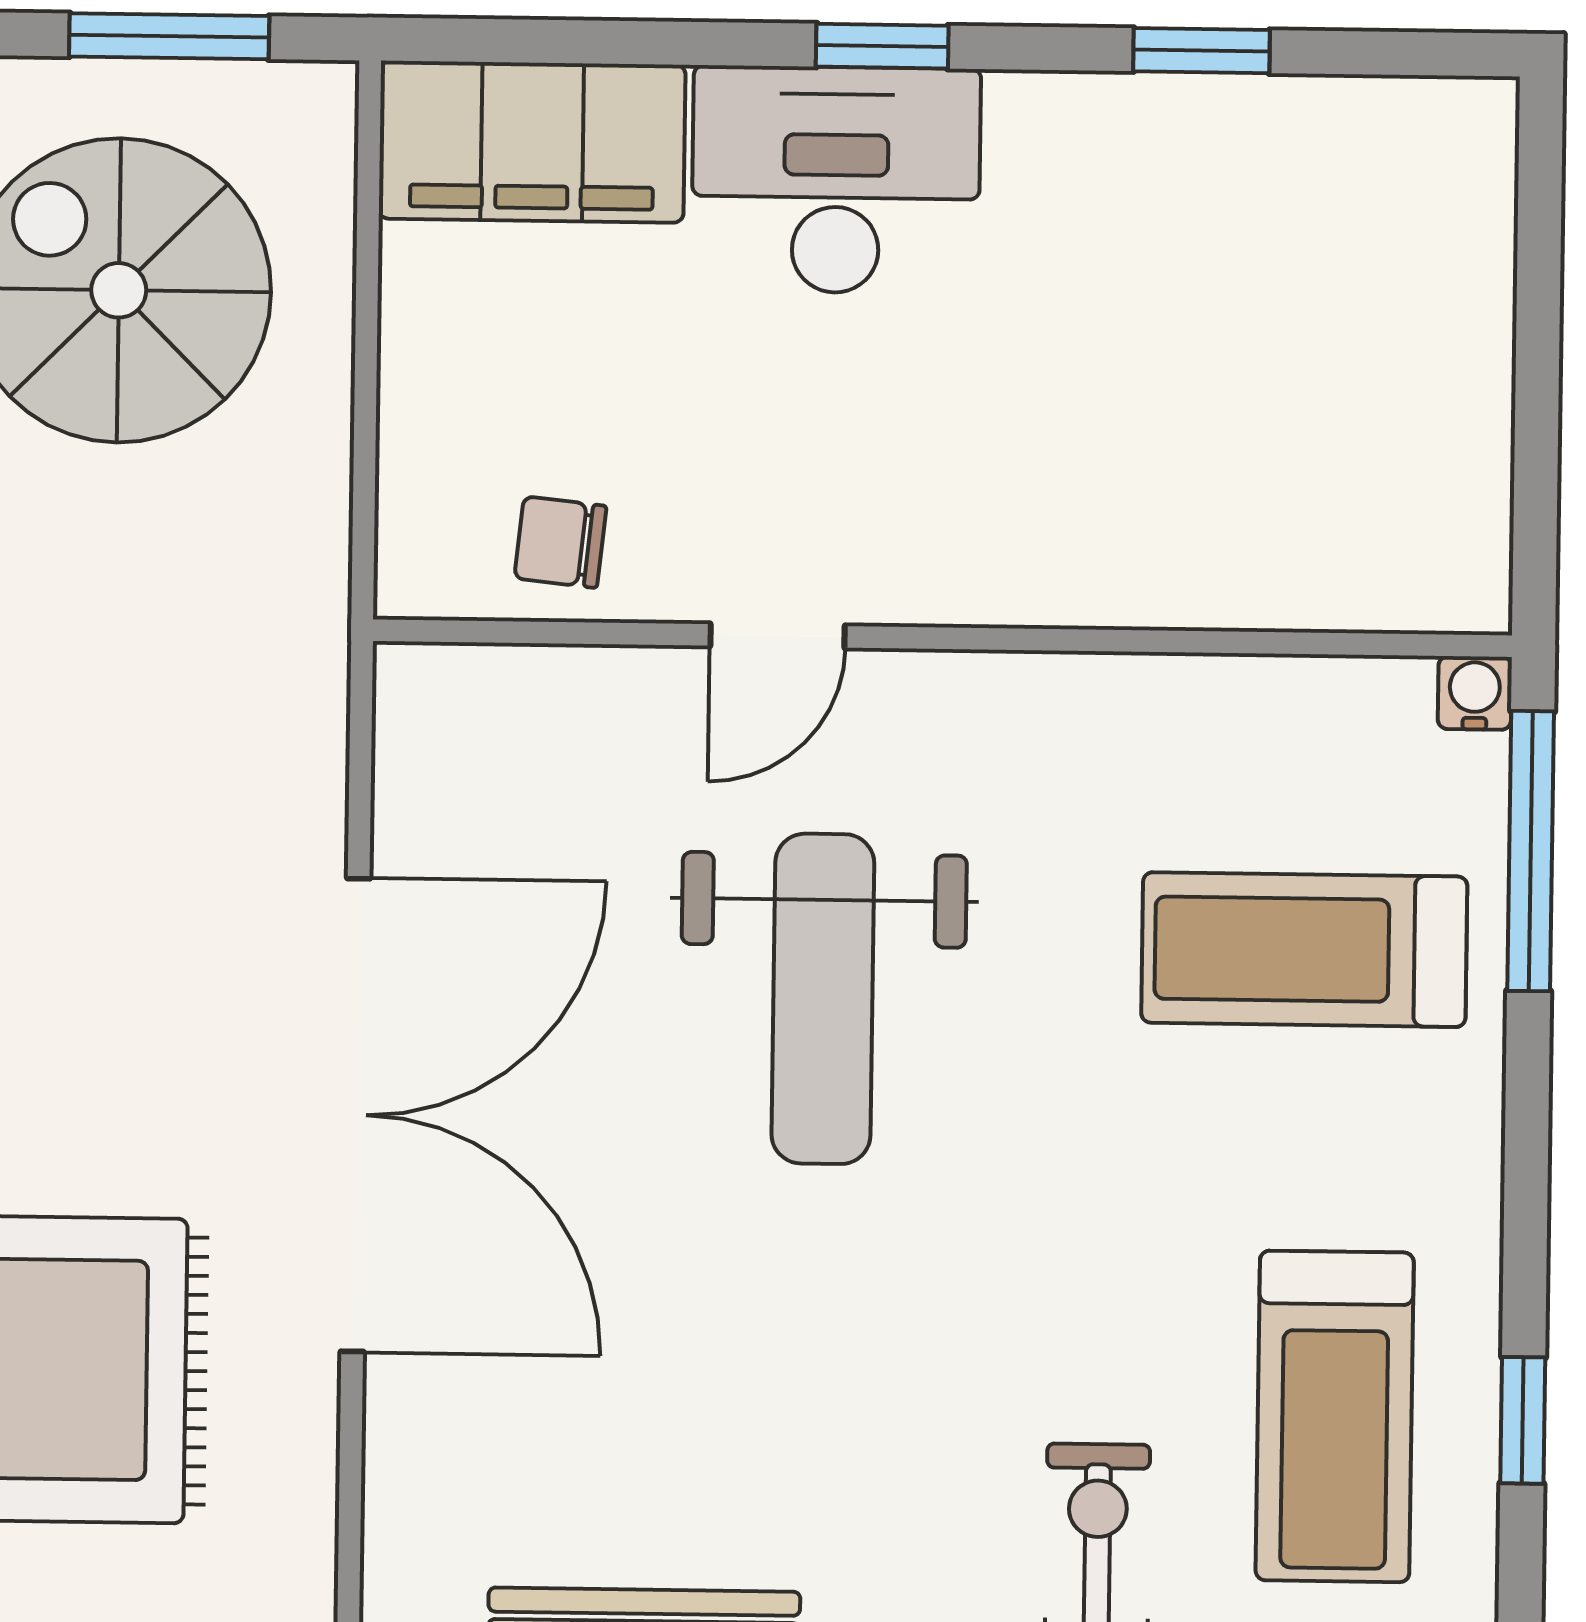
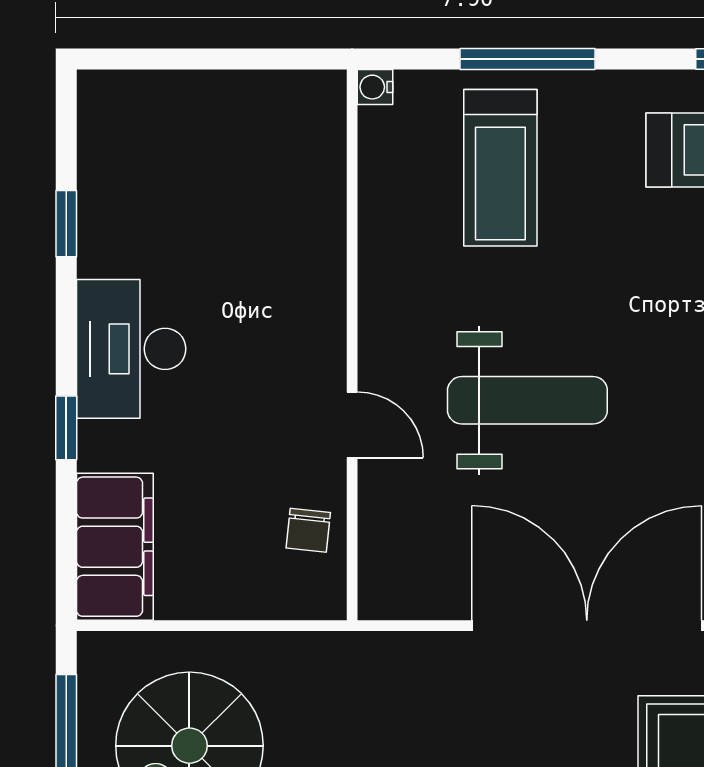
window: (882, 46) -> (66, 428), moved
desk: (836, 180) -> (131, 349), moved
window: (1531, 851) -> (528, 59), moved

